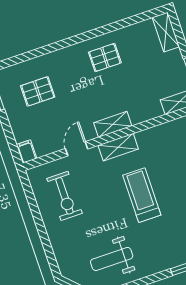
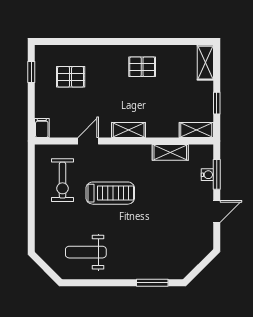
shelving: (118, 147) -> (170, 152), moved
treadmill: (142, 195) -> (110, 193), moved, turned 90

